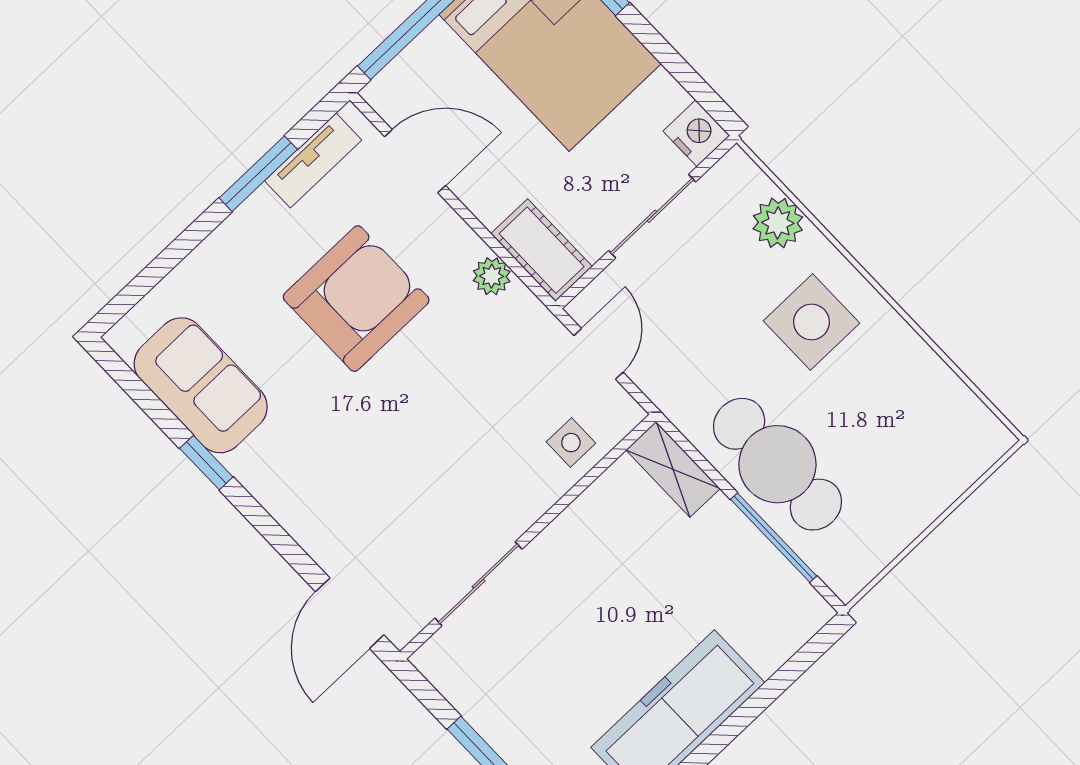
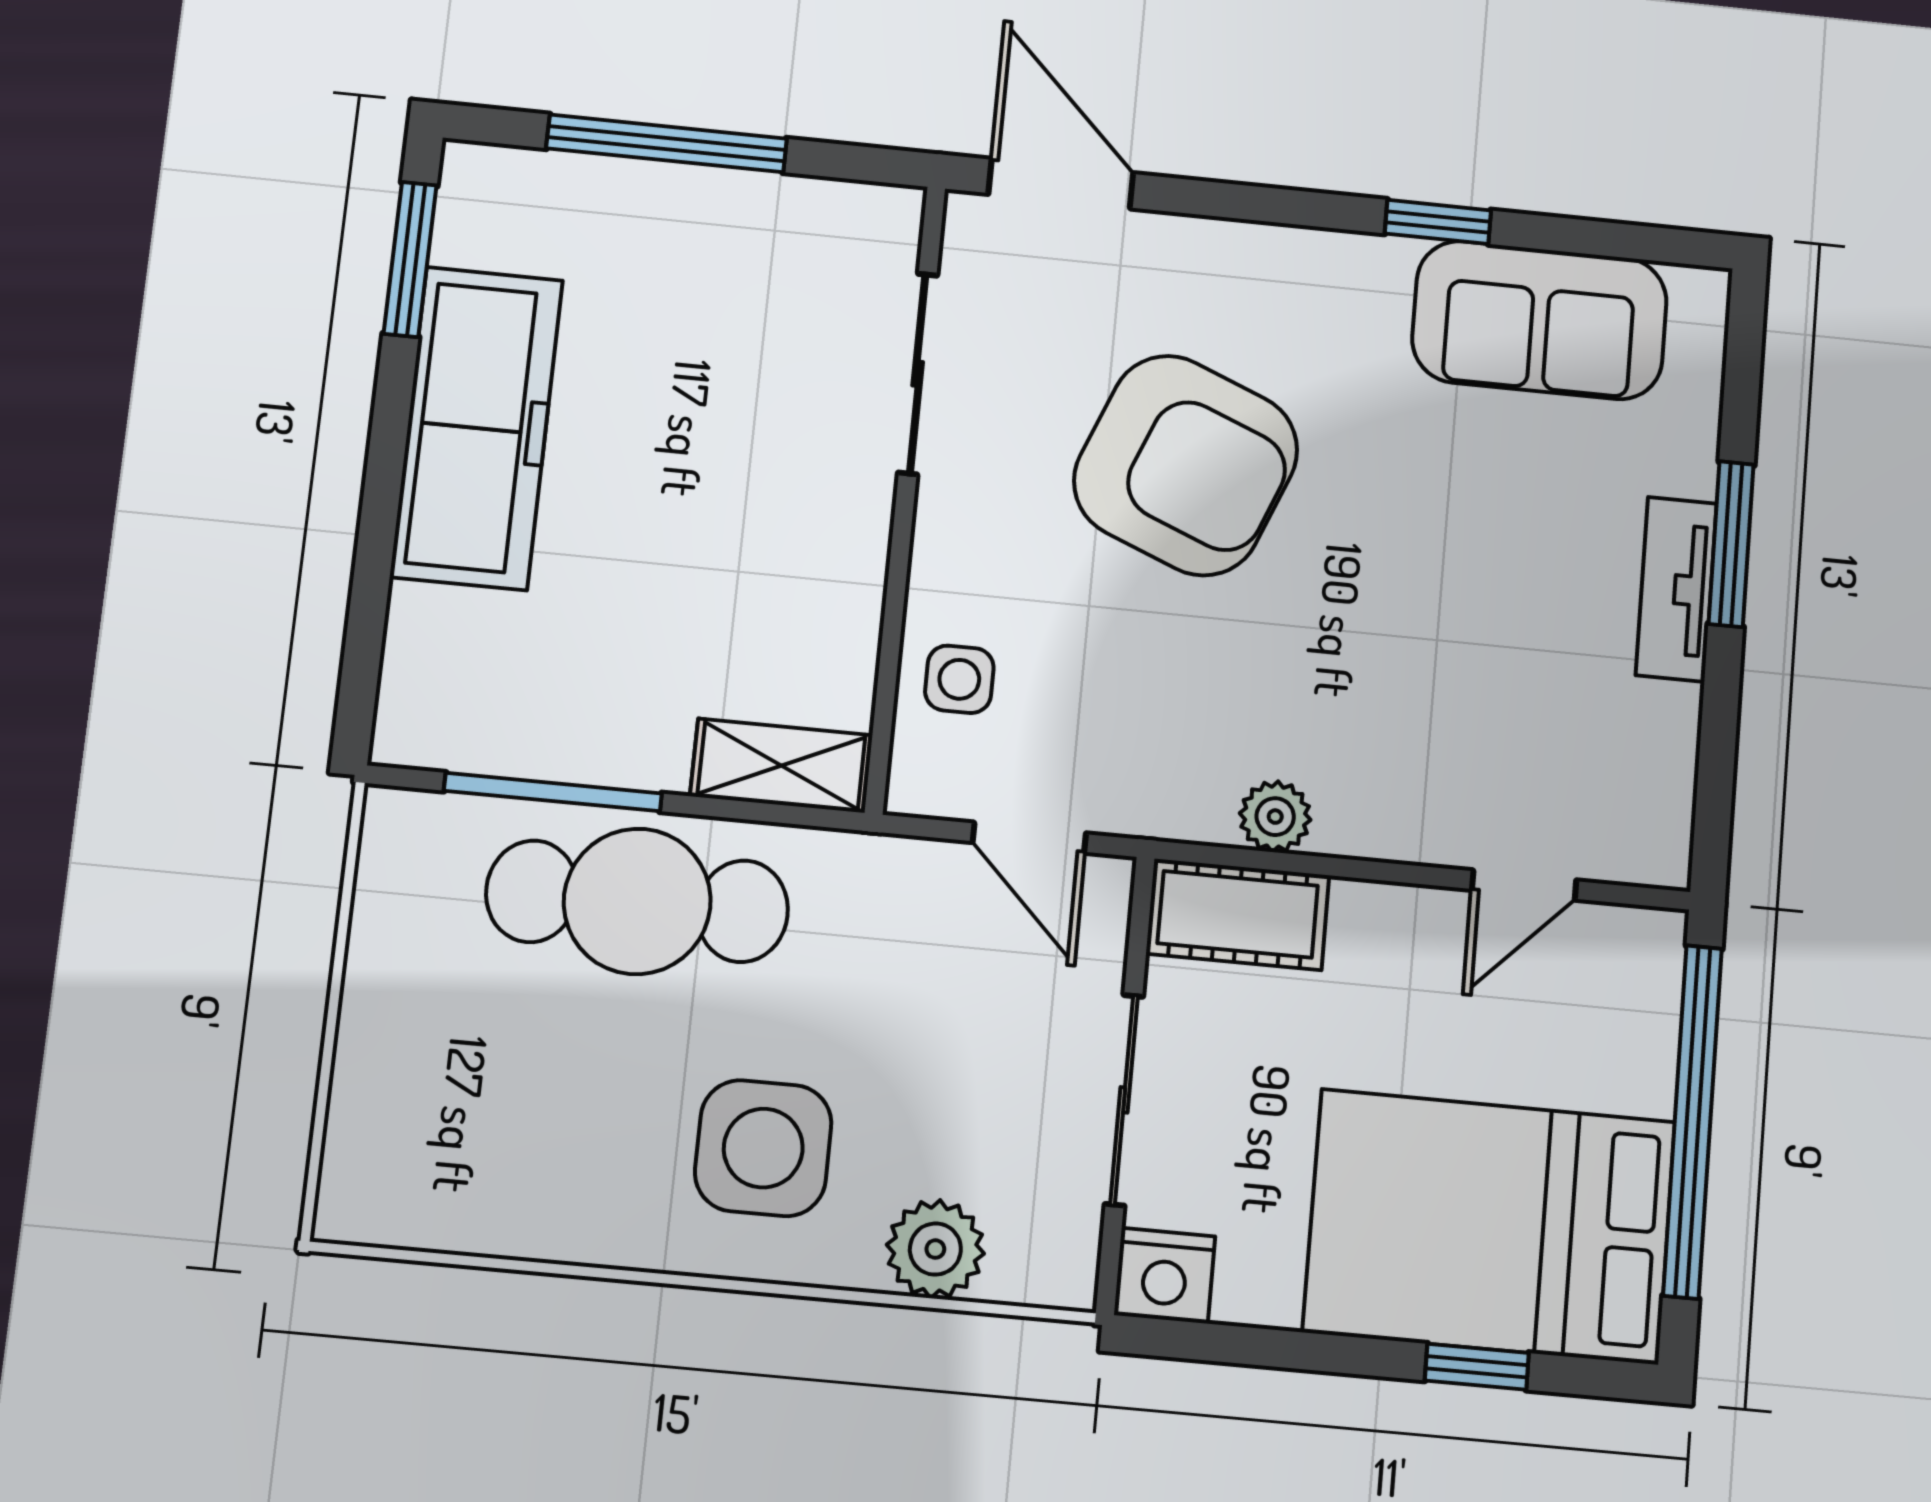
tv unit: (313, 160) -> (1676, 589), moved
door: (415, 161) -> (1524, 885), width x0.73
window: (258, 174) -> (1731, 544), moved
armchair: (356, 299) -> (1186, 465), moved, turned -68

